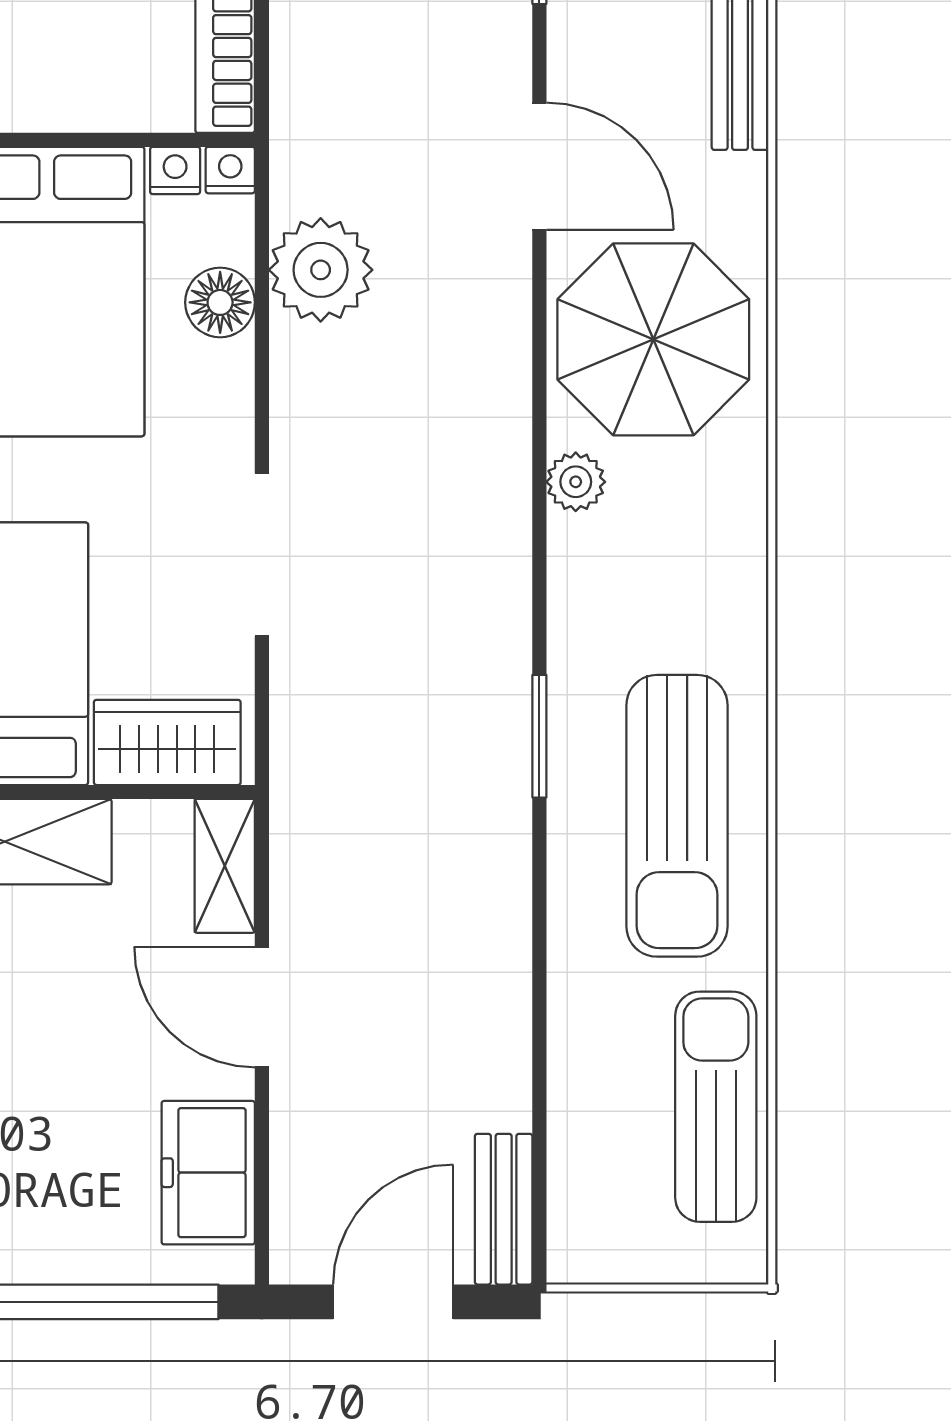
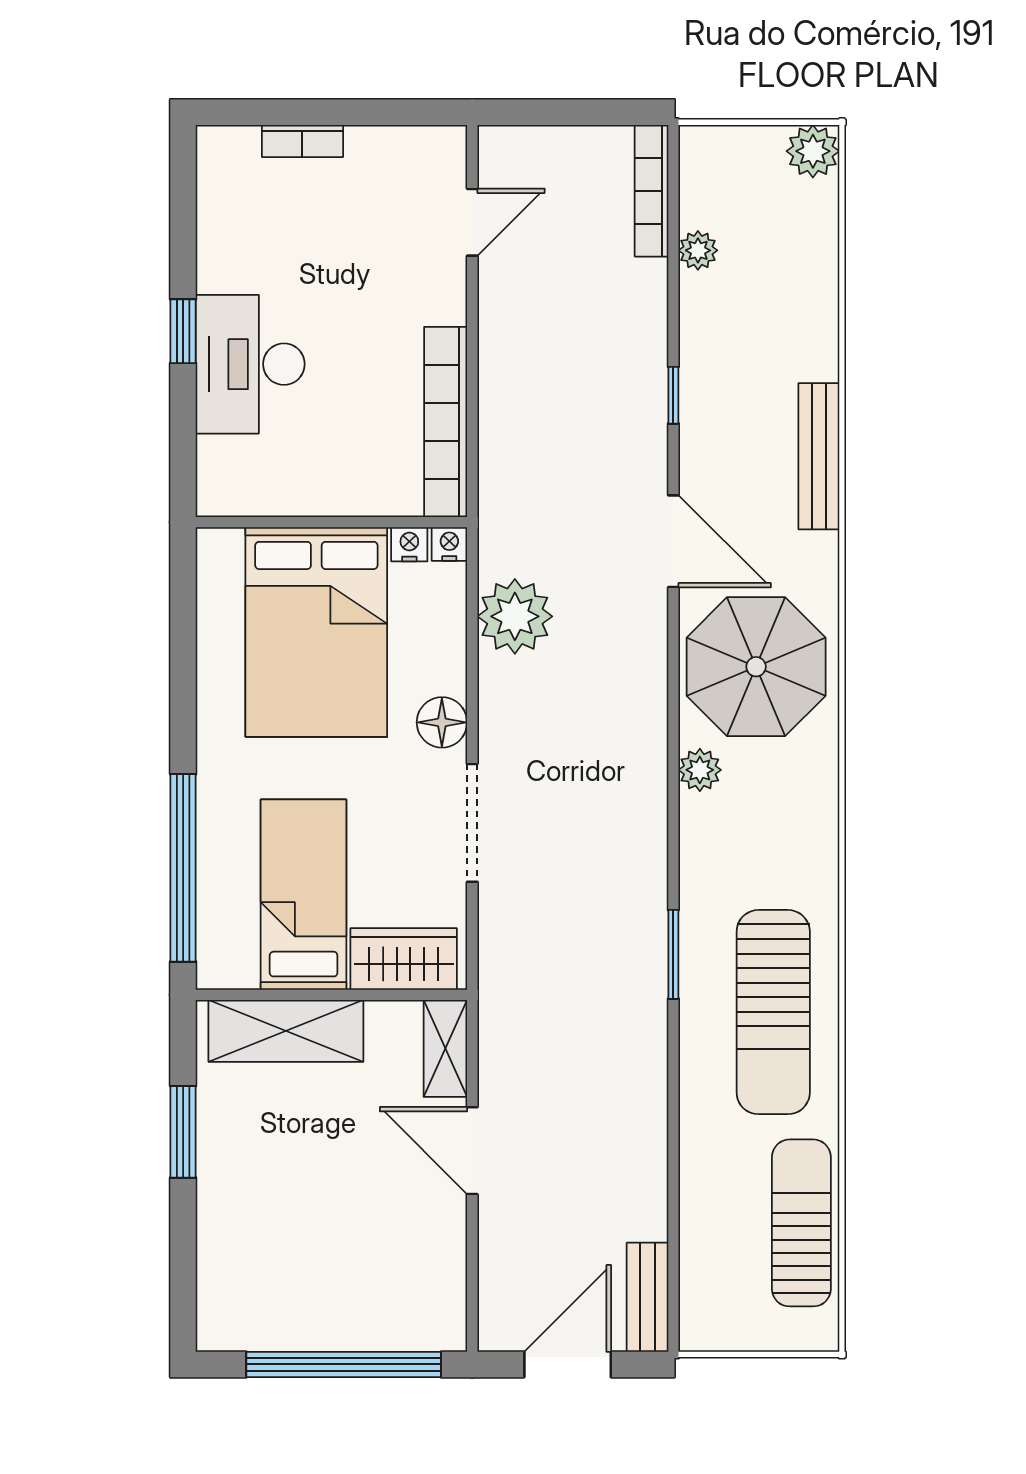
floor lamp: (220, 302) -> (442, 722), moved
freezer: (208, 1173) -> (433, 1271), removed

